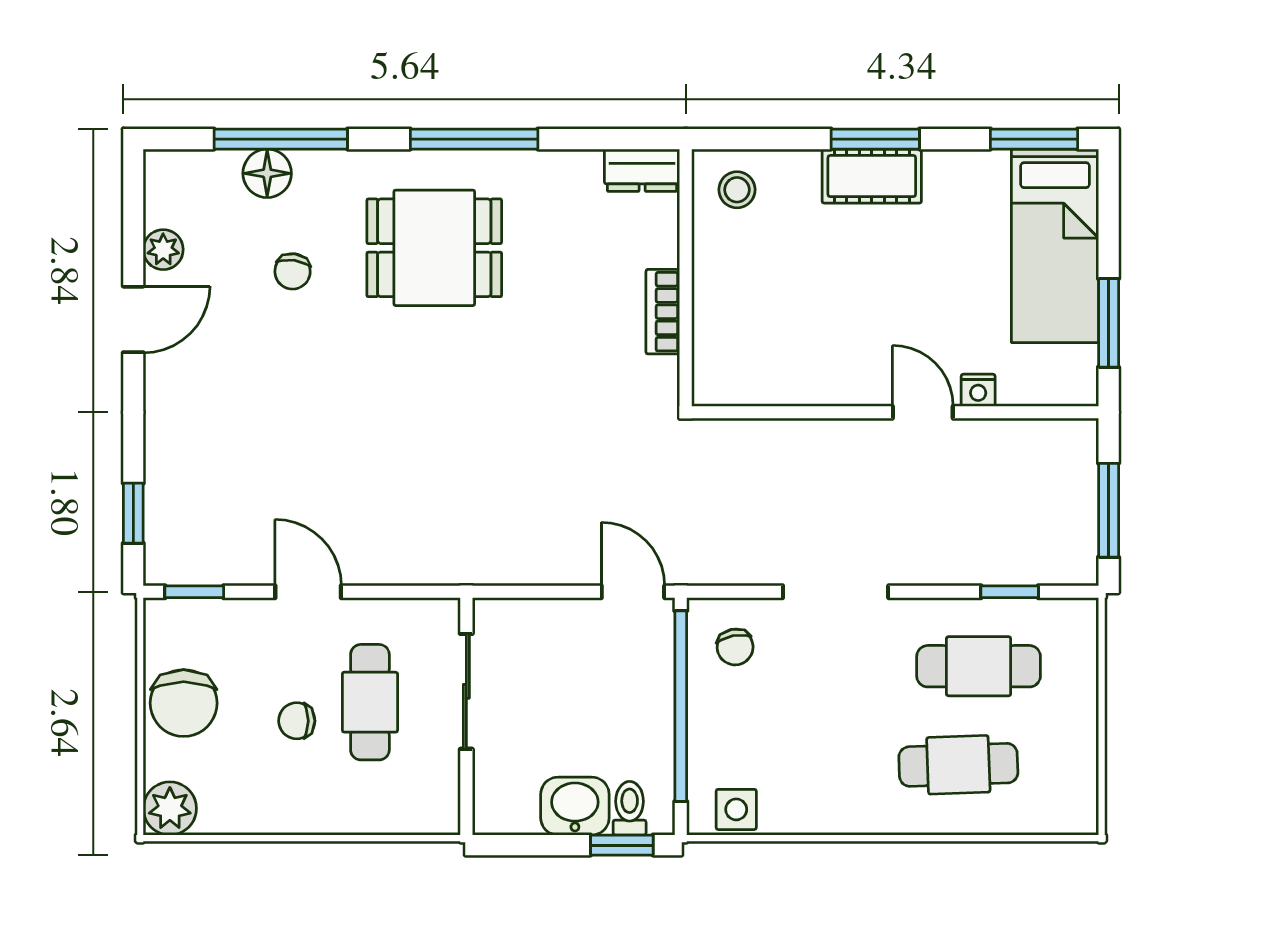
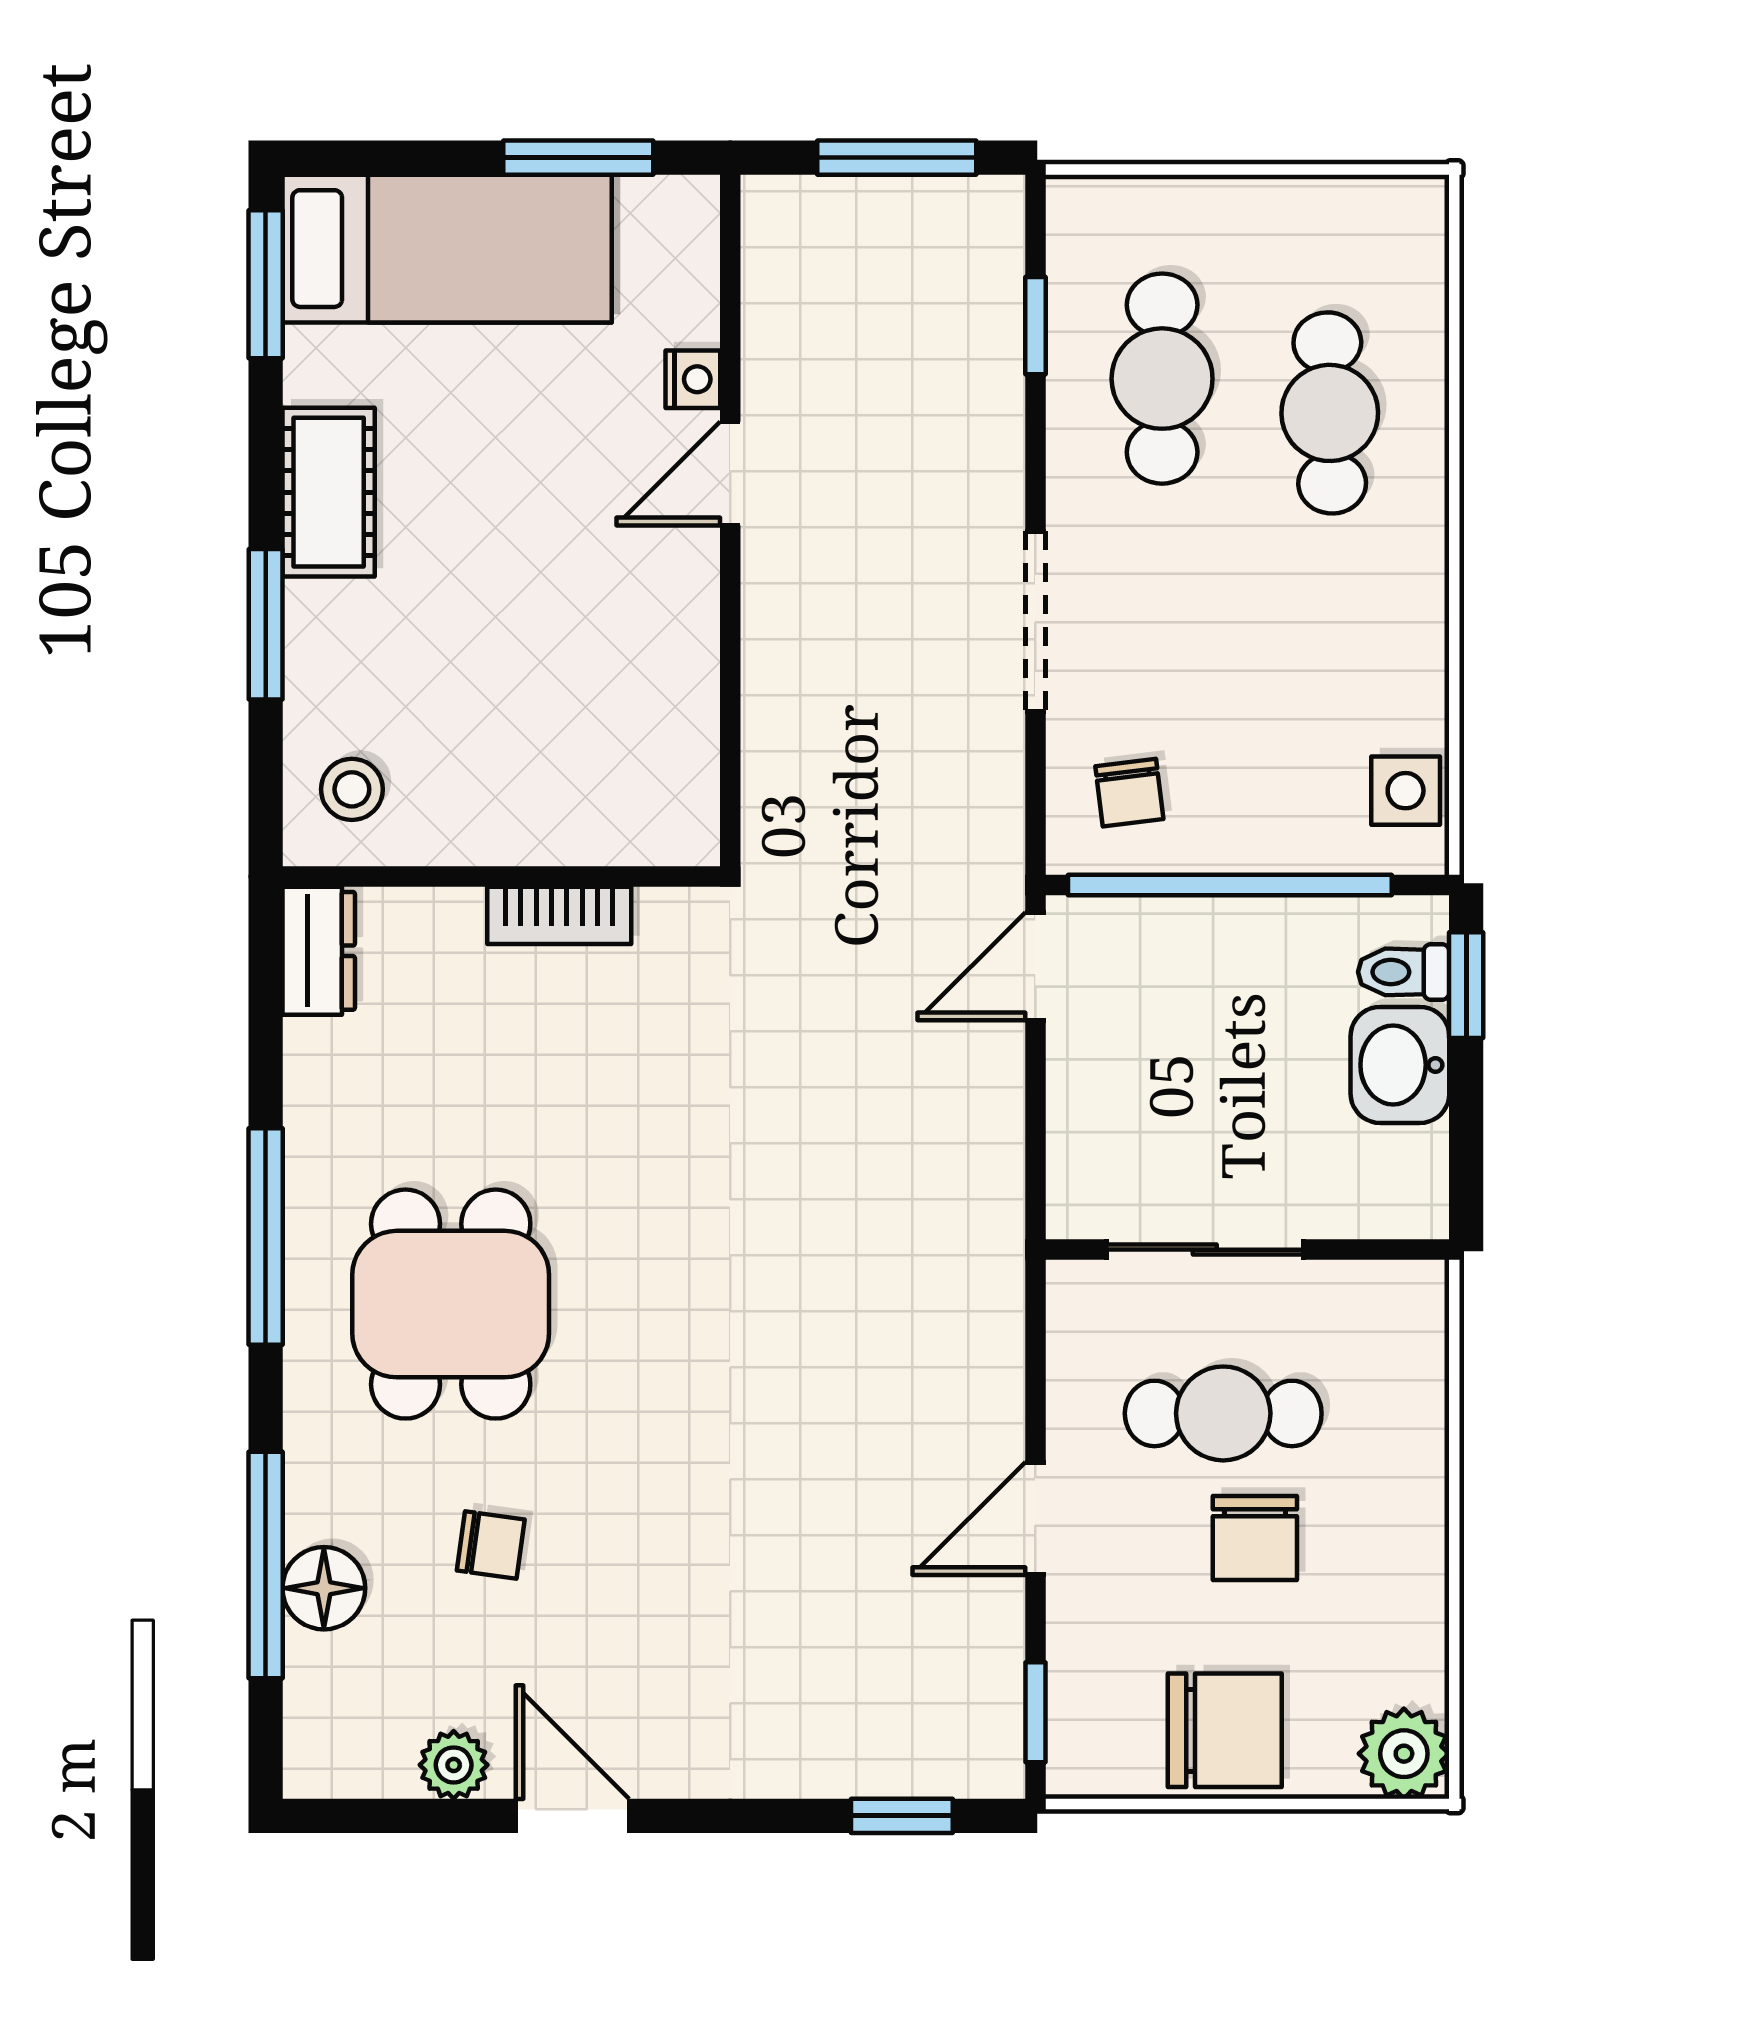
window: (875, 139) -> (266, 624), moved
cot: (872, 176) -> (329, 492), moved
chair: (735, 647) -> (1129, 793), turned 94
chair: (297, 721) -> (1255, 1538), width x1.37, depth x1.37

